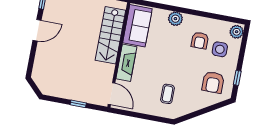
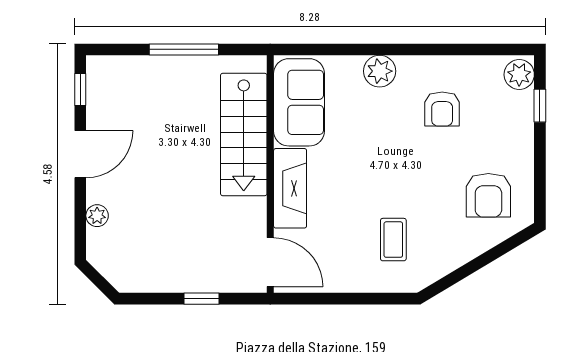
side table: (220, 49) -> (490, 120), removed
plant: (39, 59) -> (97, 216), added
window: (237, 78) -> (540, 106), moved

